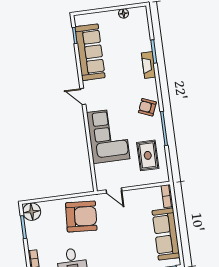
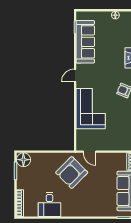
door: (83, 97) -> (75, 76), hinge flipped
rug: (148, 155) -> (119, 128), removed
armchair: (81, 216) -> (72, 173), moved, turned 131

